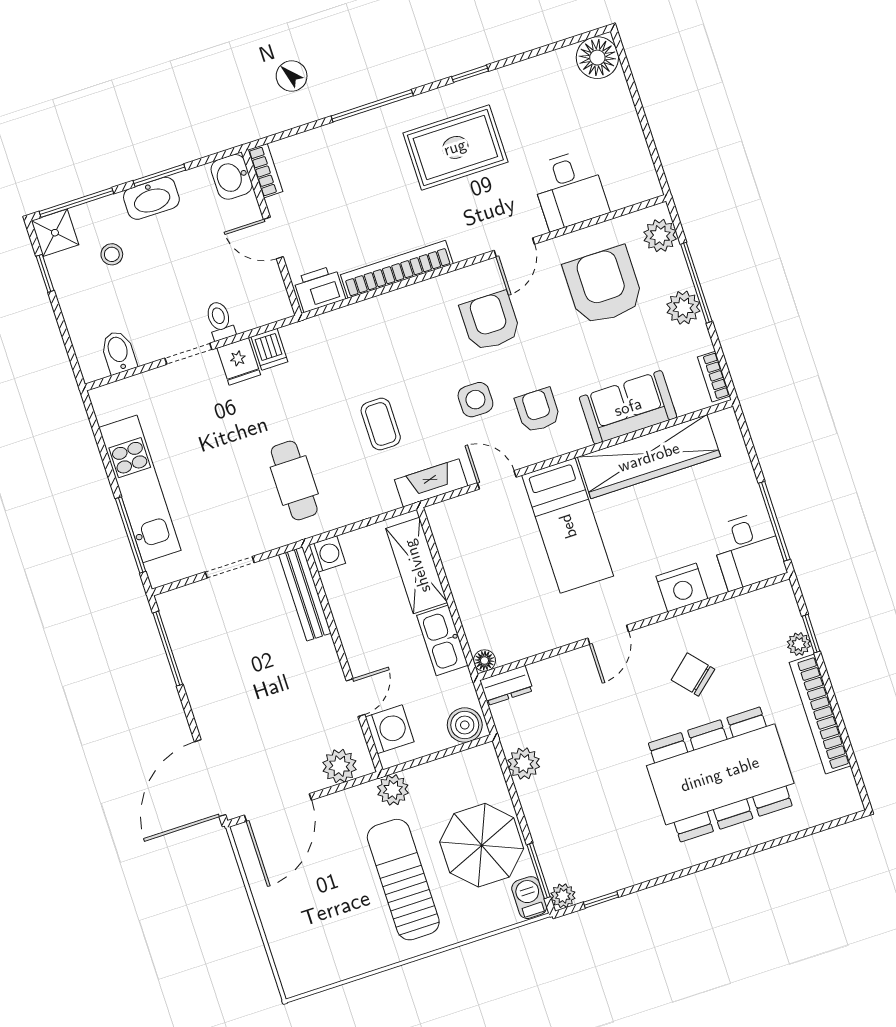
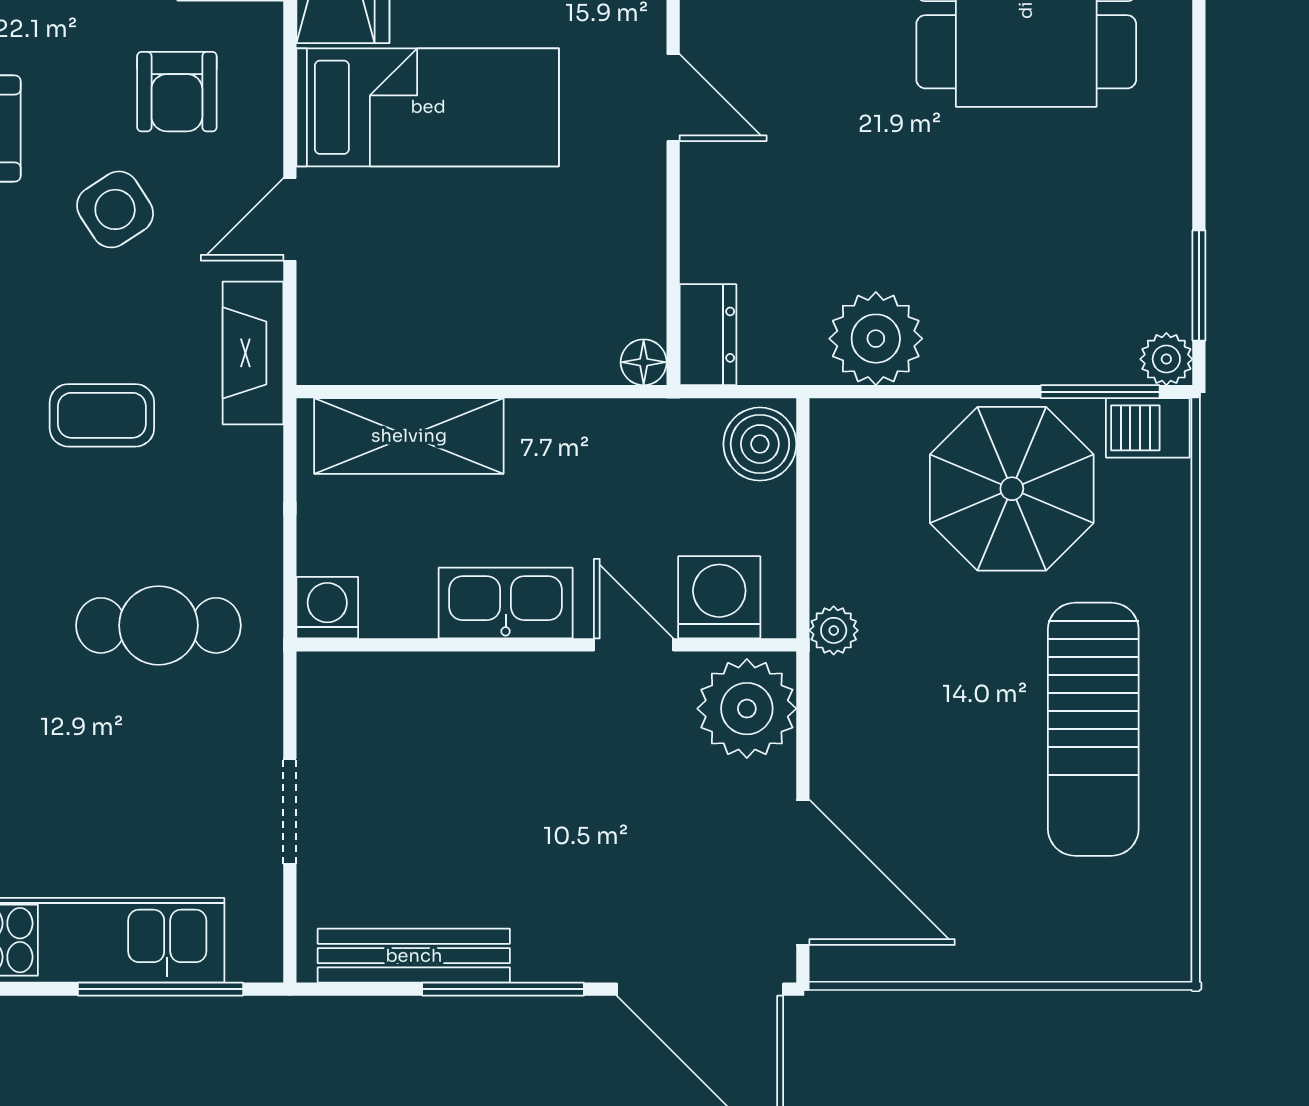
side table: (475, 400) -> (115, 209), turned -33
armchair: (538, 410) -> (177, 92), turned -90
bench: (305, 594) -> (414, 956), moved
kitchen sink: (442, 640) -> (506, 603), moved, turned 180
window: (168, 649) -> (503, 989), moved
plant: (524, 764) -> (876, 339), width x1.36, depth x1.36
plant: (339, 766) -> (747, 709), width x1.36, depth x1.36
plant: (393, 790) -> (834, 630), width x0.73, depth x0.73
sun lounger: (403, 880) -> (1093, 729), moved, turned -90
window: (601, 900) -> (1199, 286), width x1.50

